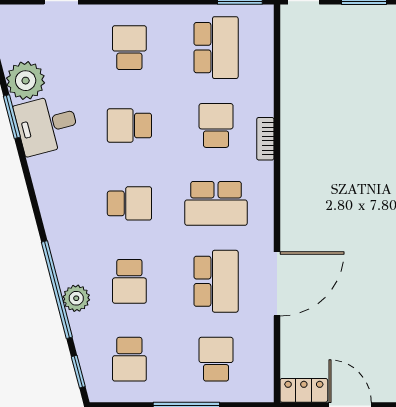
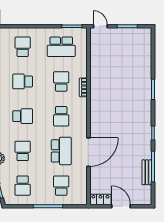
school desk: (216, 48) -> (61, 47), turned 90
school desk: (216, 203) -> (61, 116), width x0.54
school desk: (129, 281) -> (23, 151), turned 180

